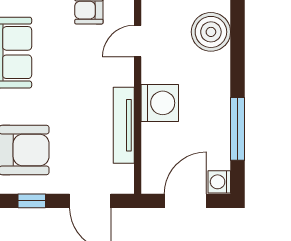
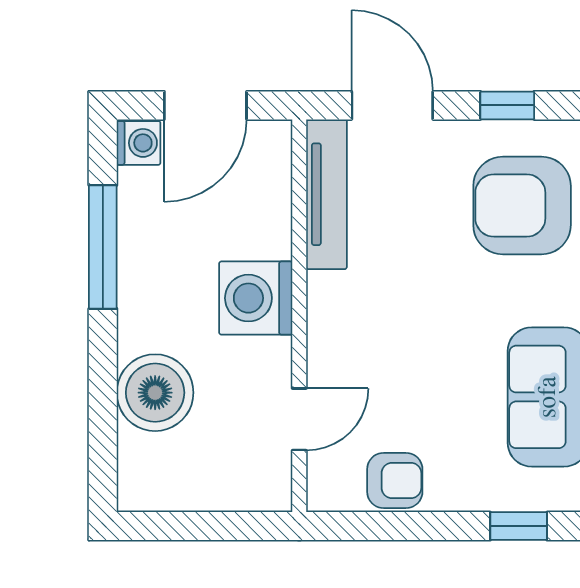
boiler: (211, 32) -> (155, 393), moved
tv unit: (124, 125) -> (326, 194), moved

